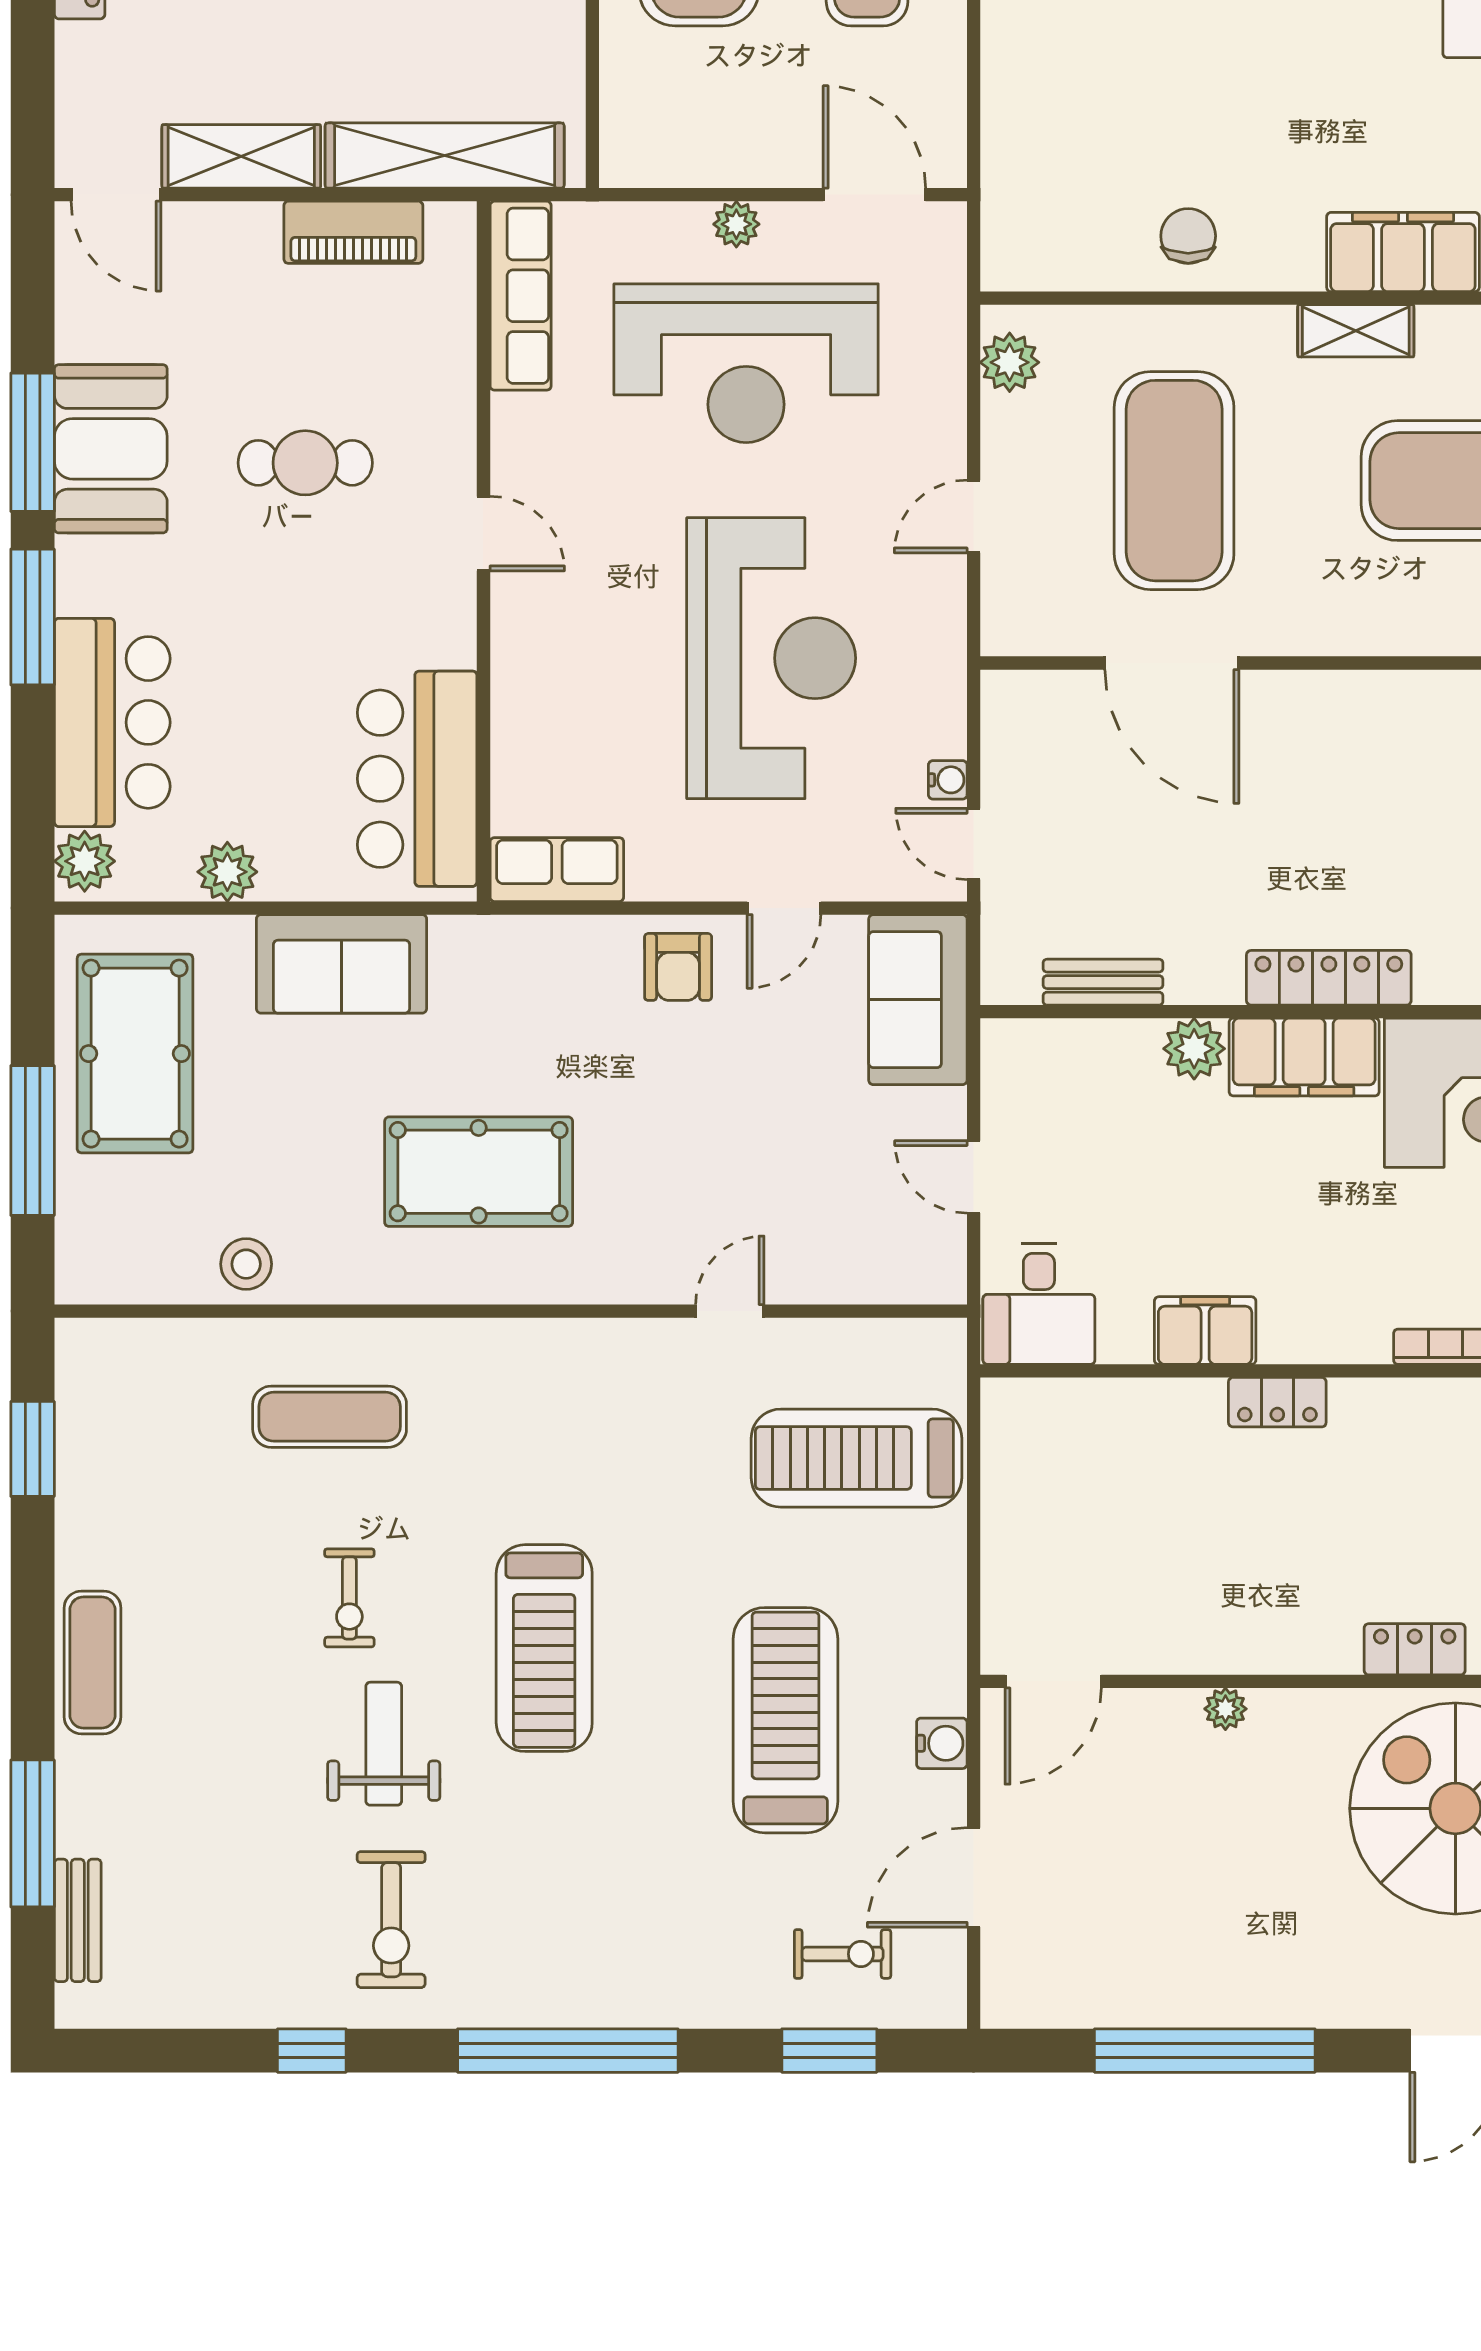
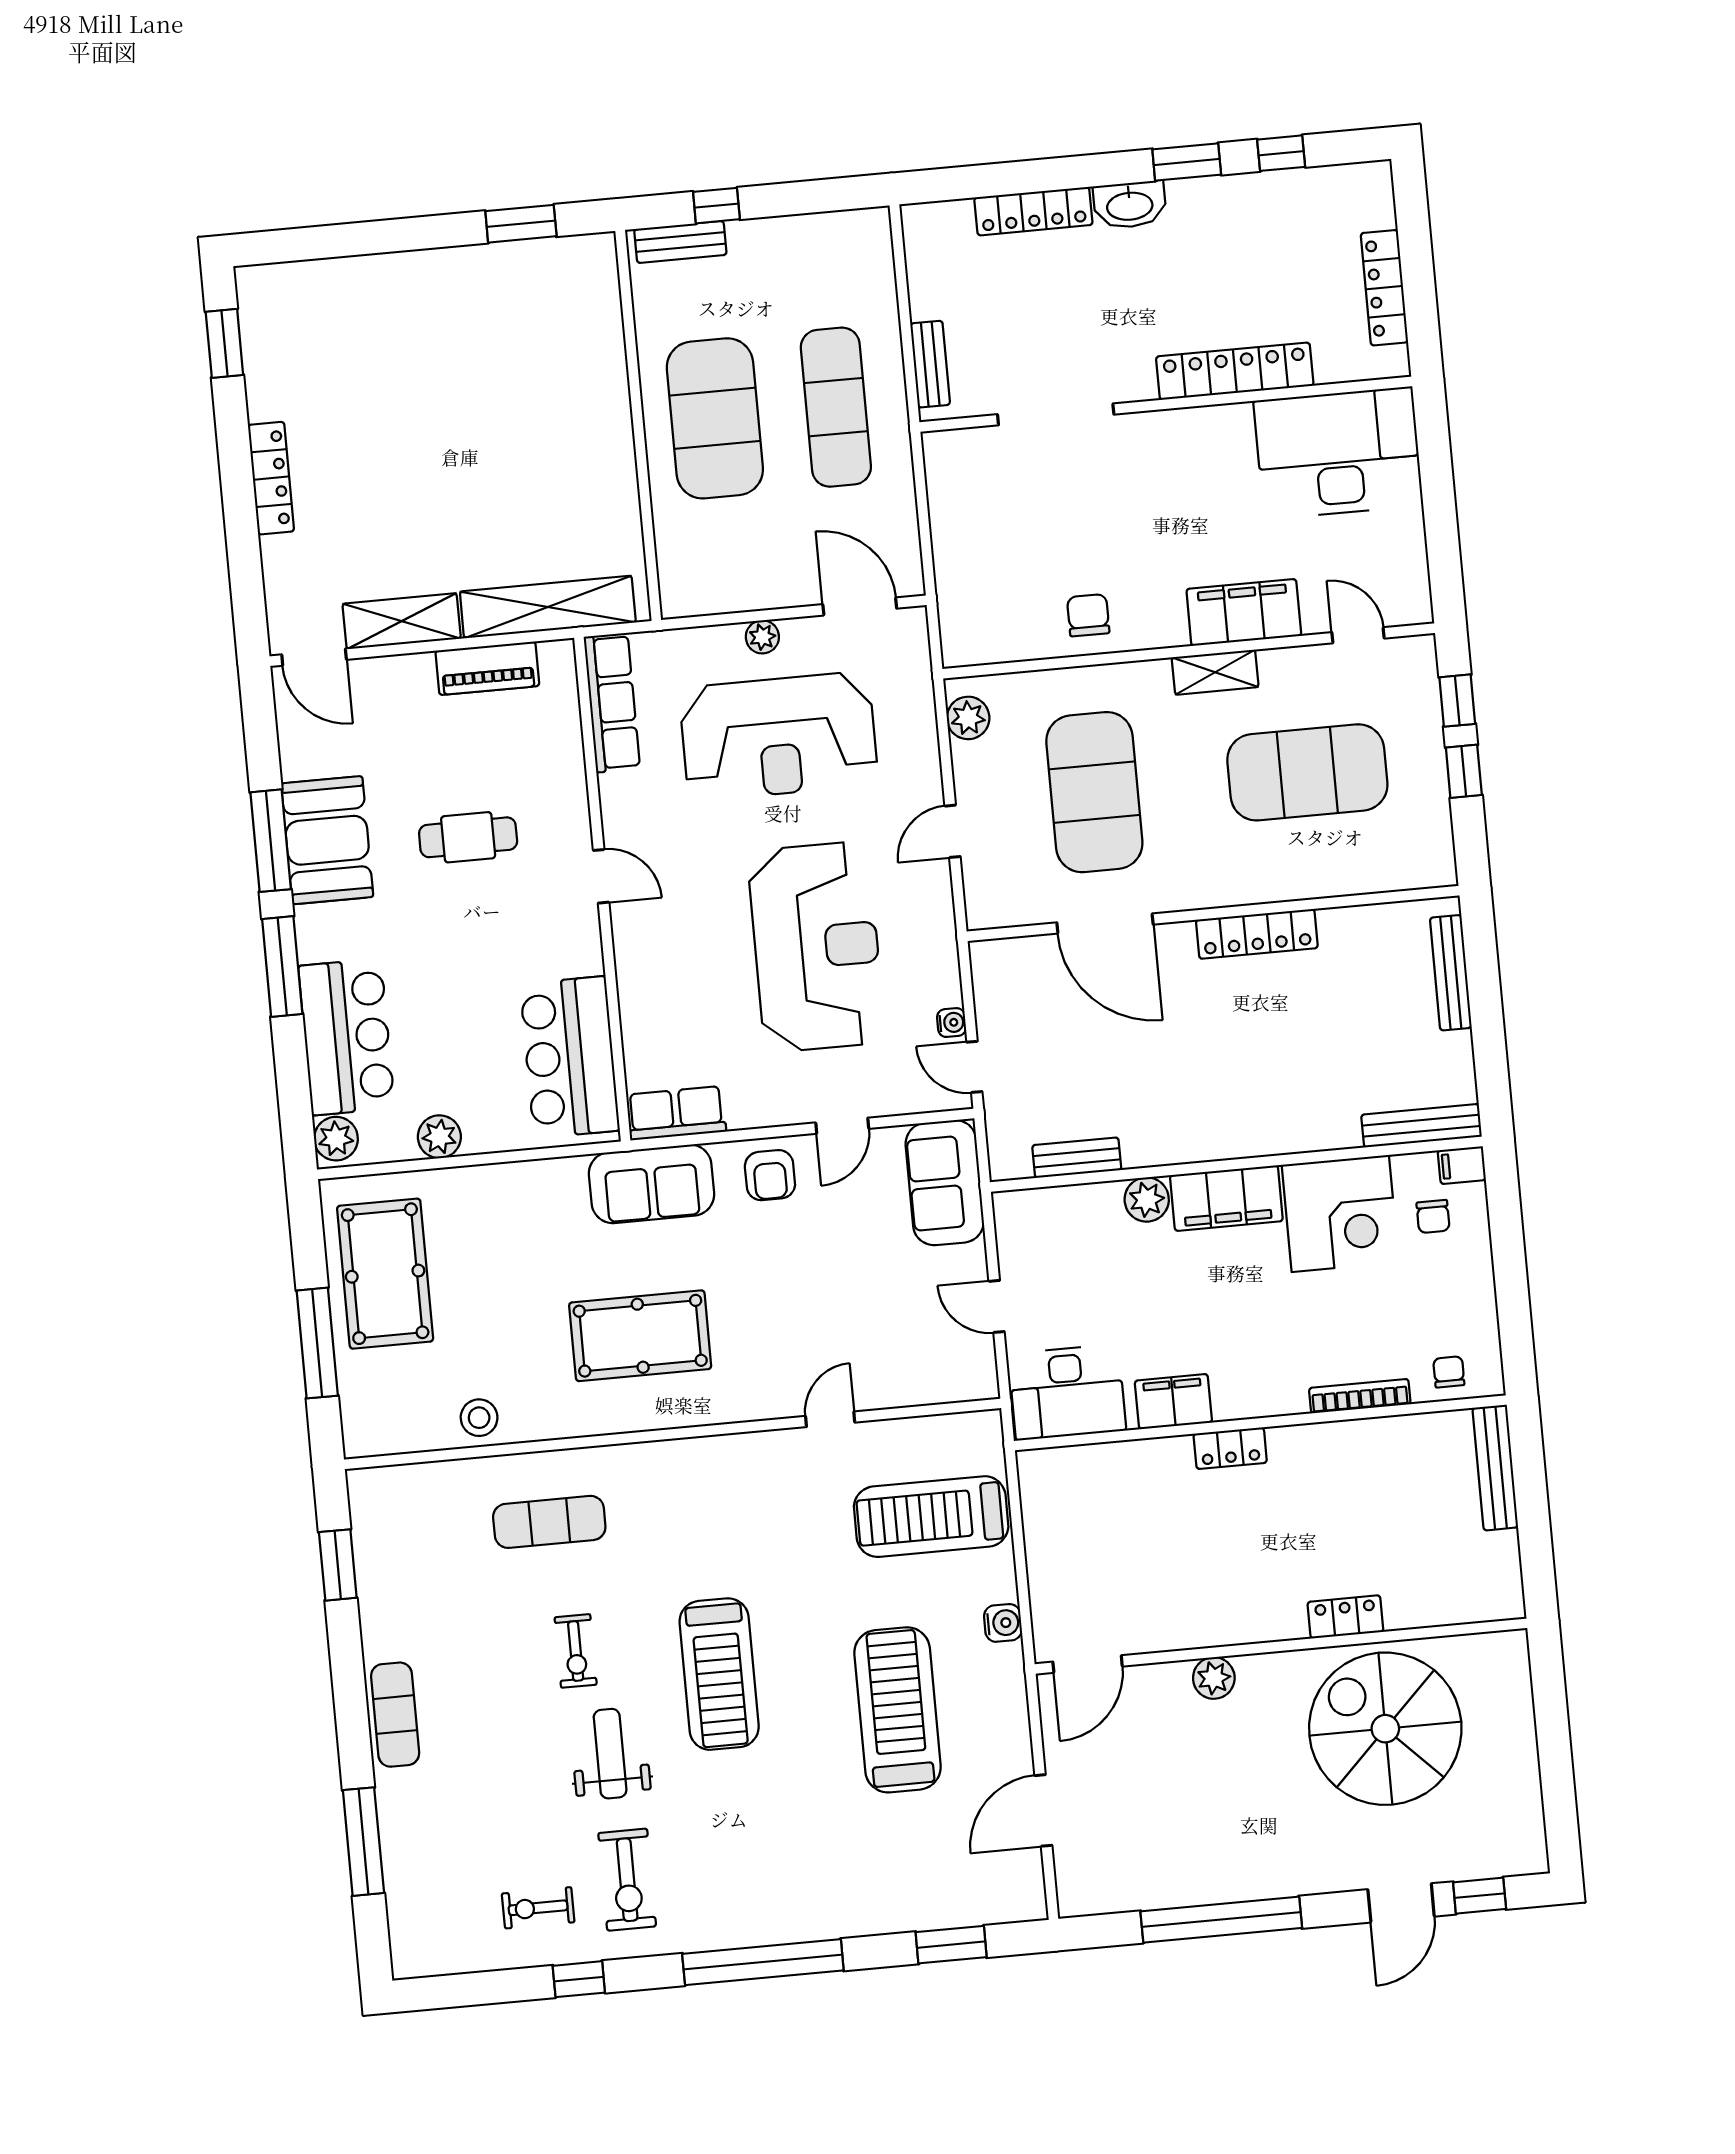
sofa: (341, 964) -> (652, 1184), moved
locker: (1329, 978) -> (1257, 934), moved, turned 180
desk: (1039, 1304) -> (1067, 1392), width x1.37
plant: (1225, 1709) -> (1214, 1678), width x1.38, depth x1.38
water cooler: (942, 1743) -> (1003, 1623), moved
bench: (78, 1920) -> (402, 1901), removed
exercise bike: (843, 1954) -> (538, 1908), moved, turned 180

